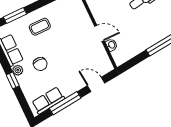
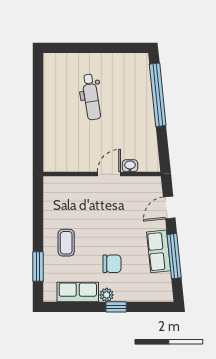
row of seats: (48, 100) -> (159, 251), moved

